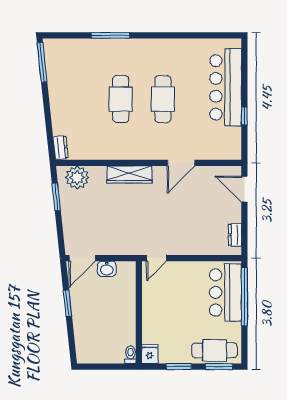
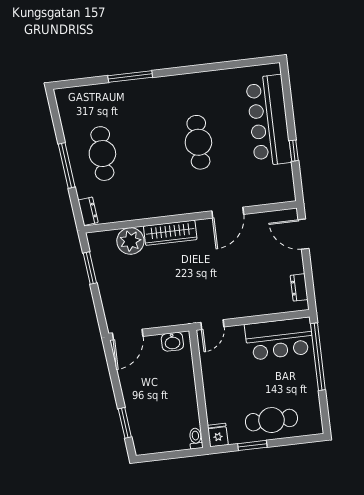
window: (42, 62) -> (67, 165), moved
cafe table: (121, 99) -> (102, 154), moved
plant: (77, 178) -> (130, 241), moved
washbasin: (107, 269) -> (172, 342), moved
bar counter: (225, 292) -> (279, 339), moved, turned -90
window: (67, 303) -> (125, 423), moved
cafe table: (214, 350) -> (271, 420), moved
window: (219, 367) -> (298, 440), removed

